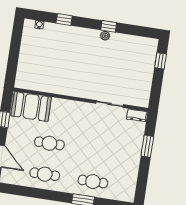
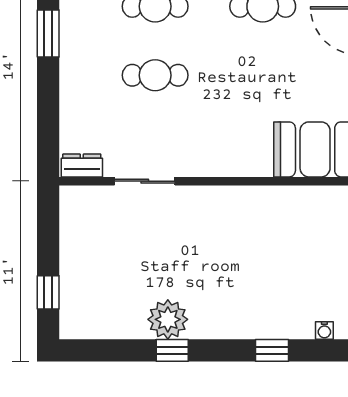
plant: (105, 36) -> (168, 319), width x1.88, depth x1.88
cafe table: (49, 143) -> (155, 75), moved
window: (147, 146) -> (48, 33), moved

